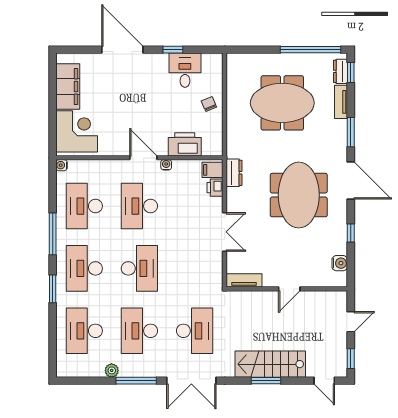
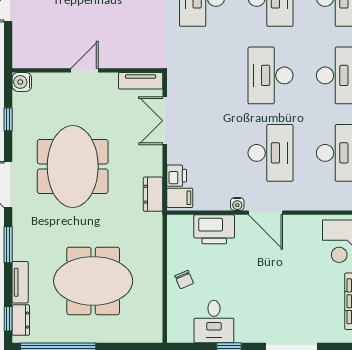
tv unit: (244, 280) -> (141, 81), moved
wall: (287, 289) -> (87, 70), moved
door: (289, 289) -> (84, 70), moved

